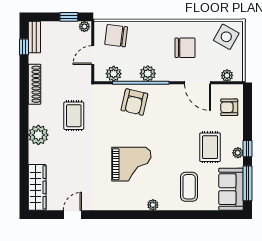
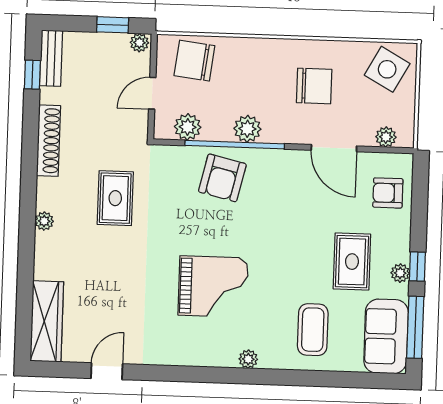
plant: (38, 135) -> (44, 221), width x0.53, depth x0.53

